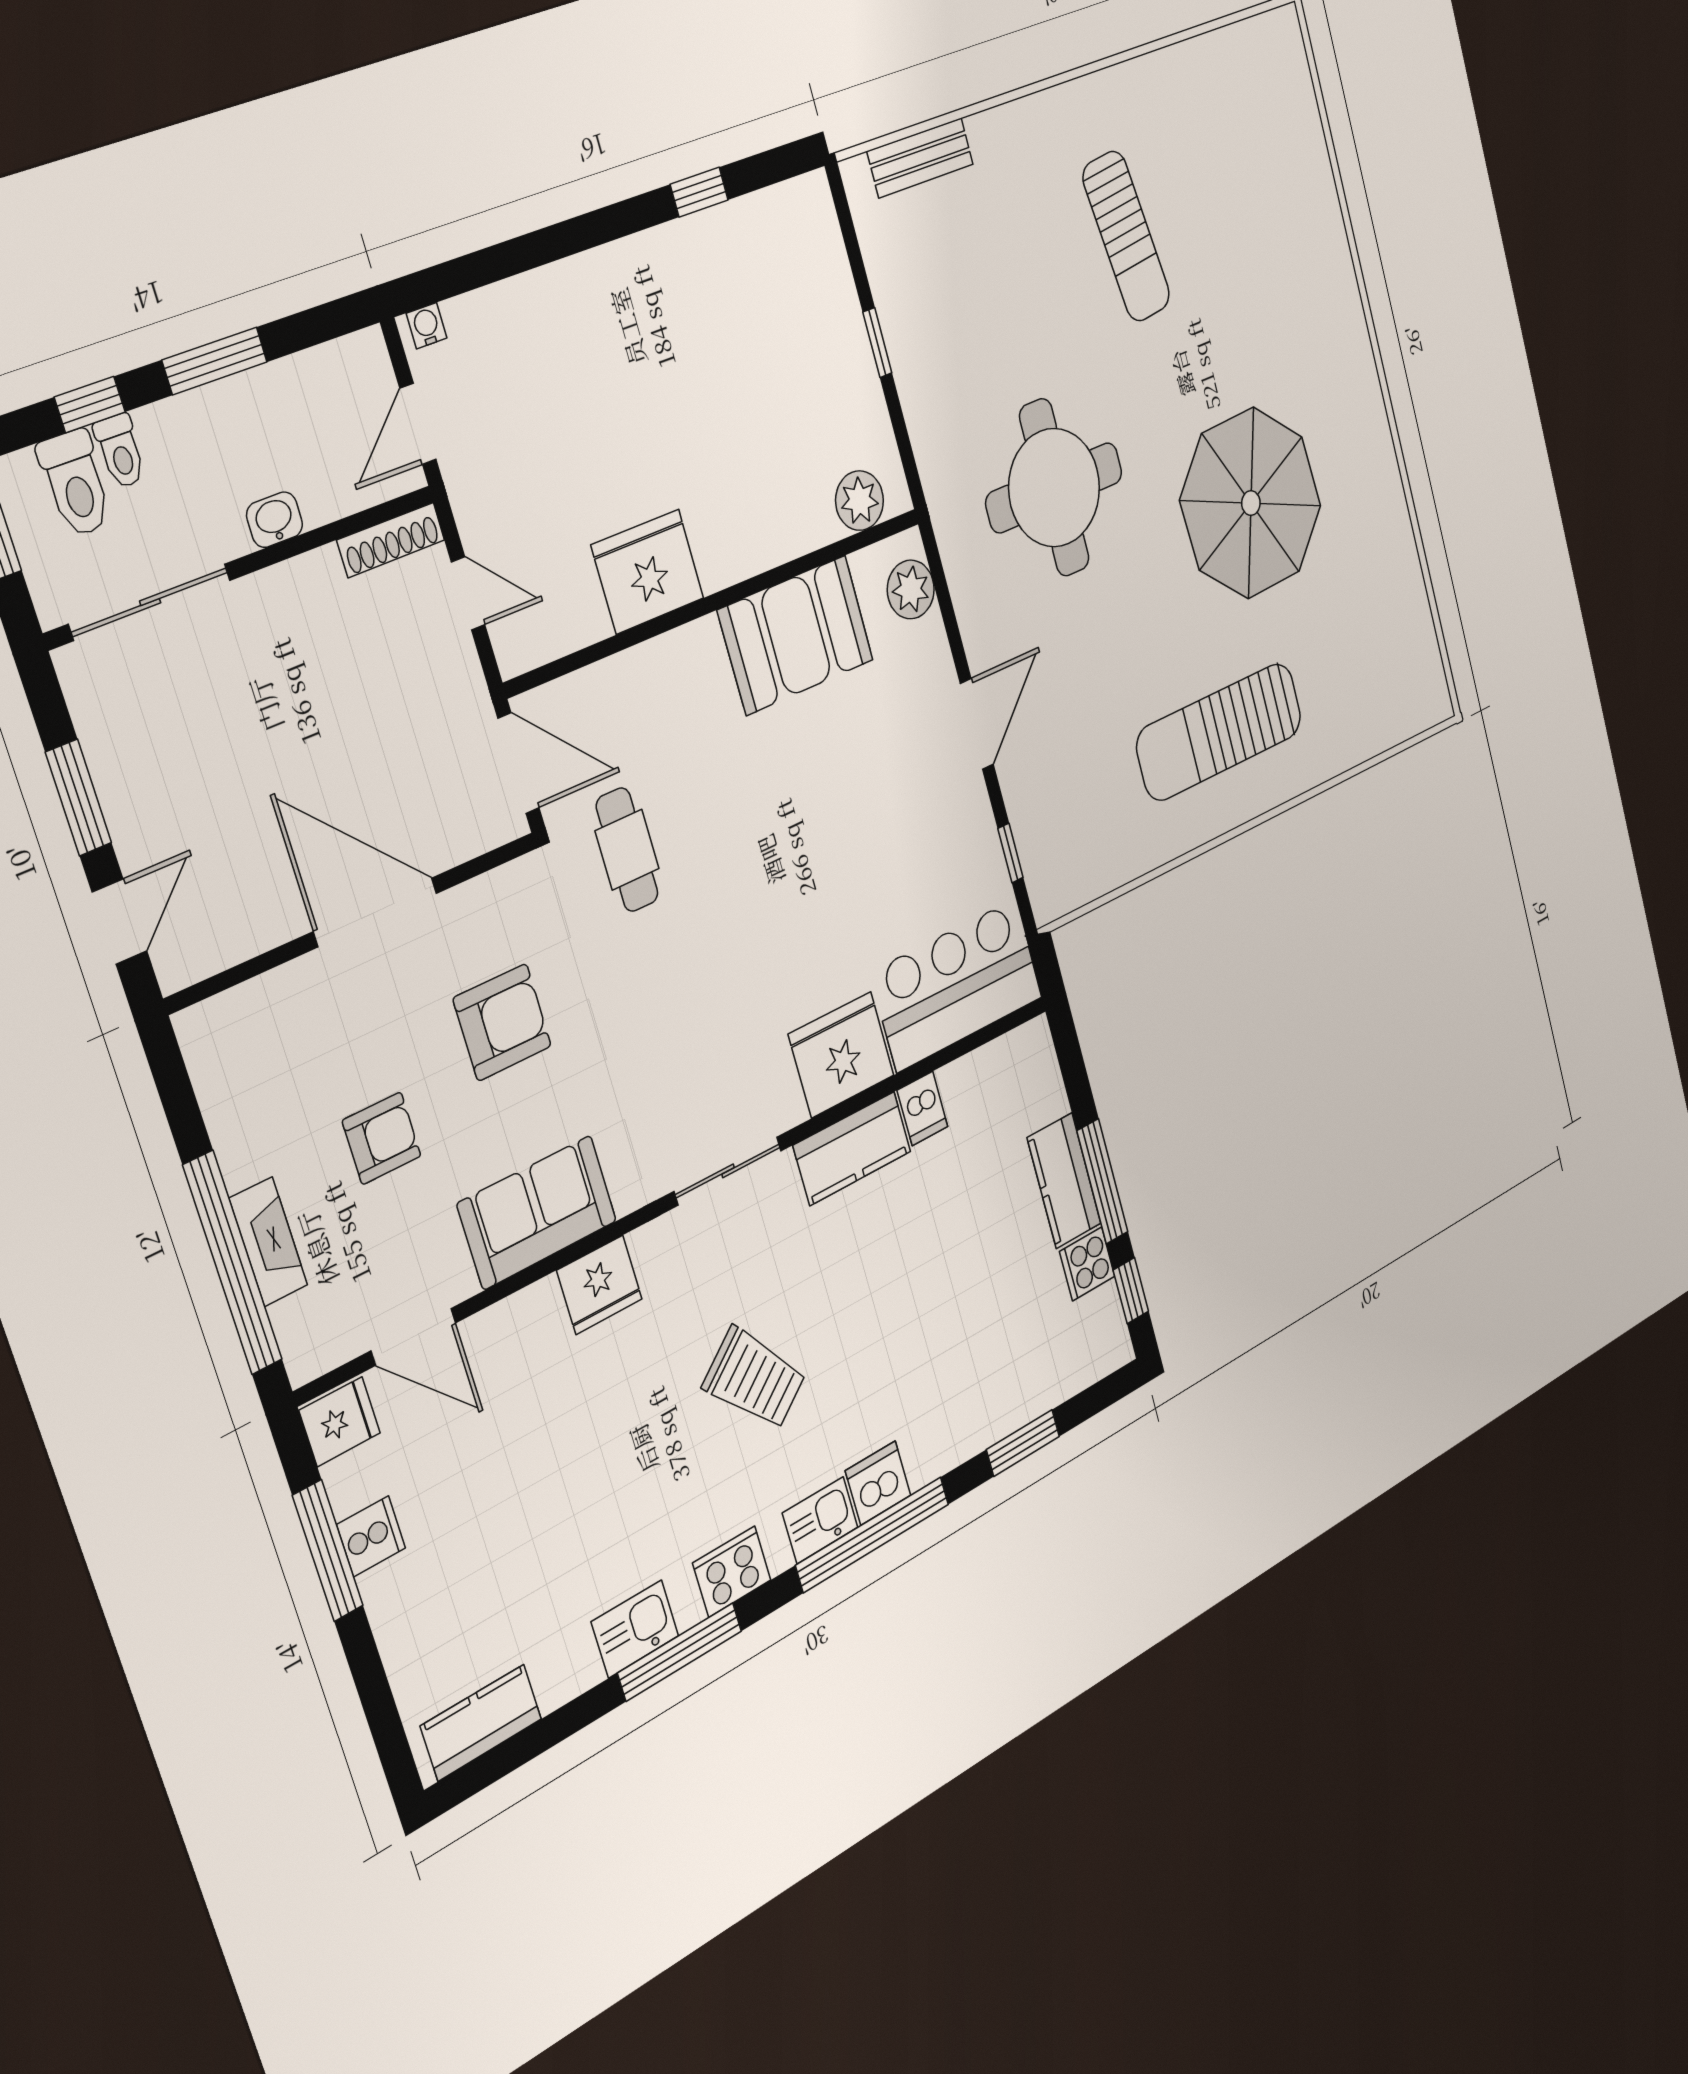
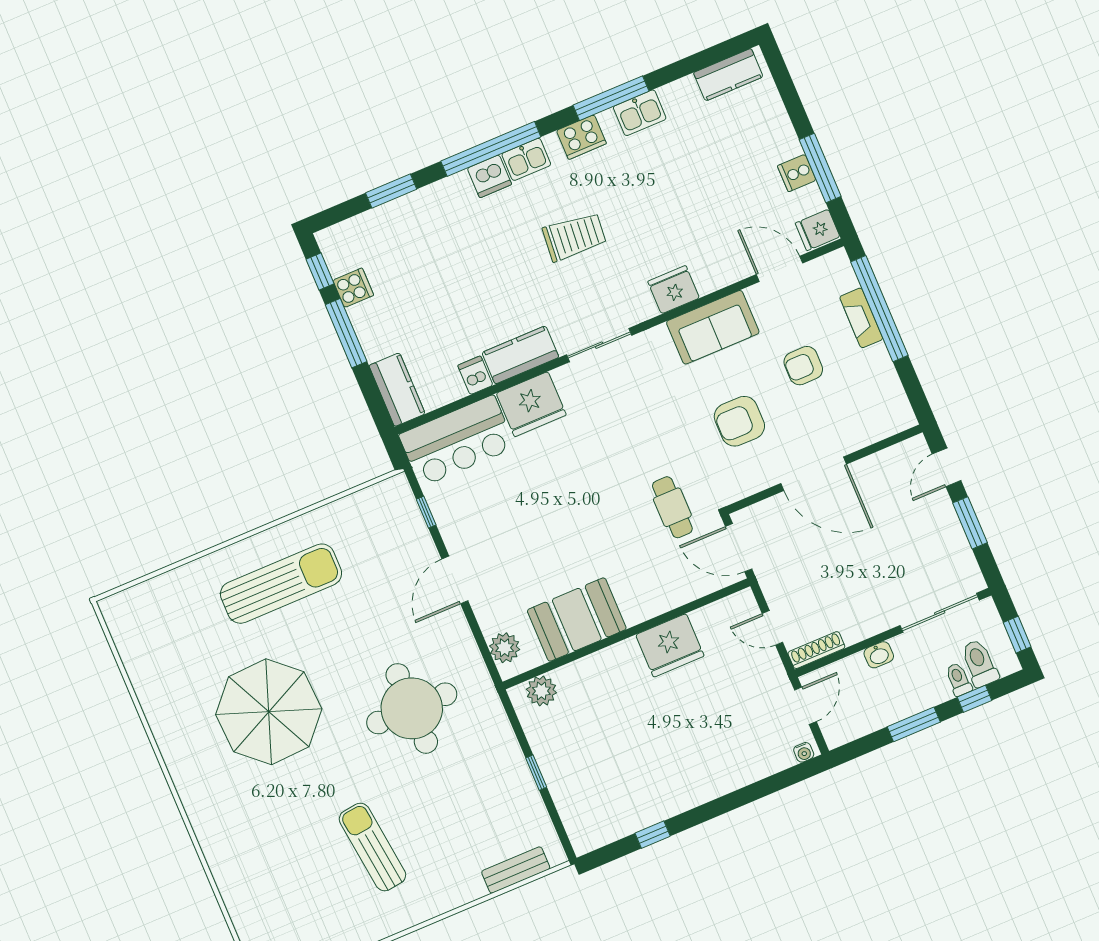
kitchen counter: (1064, 1181) -> (397, 390), moved
trolley: (755, 1379) -> (574, 237), turned 134

